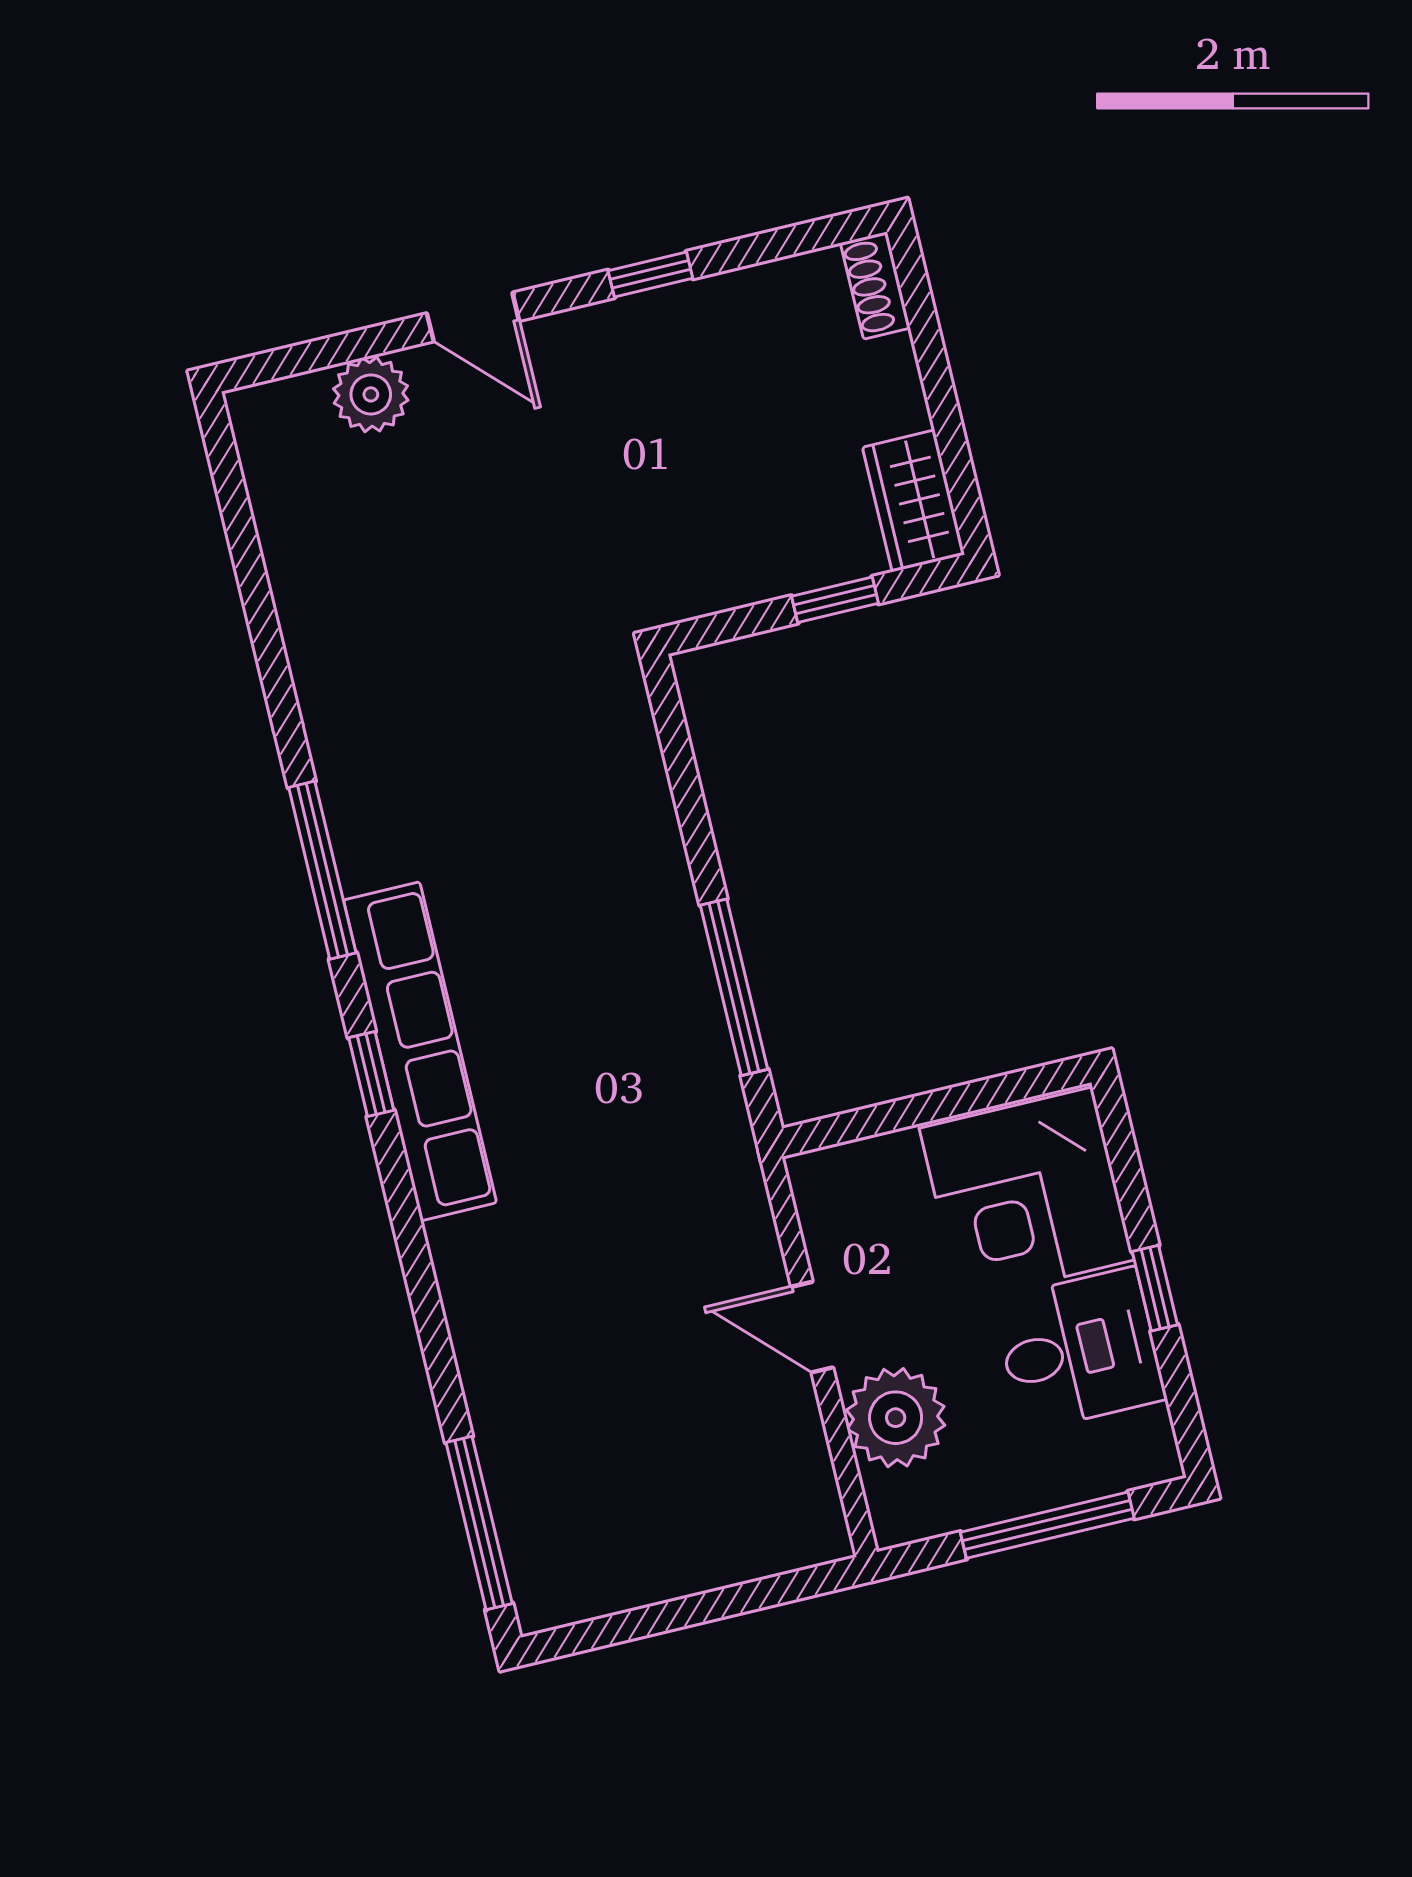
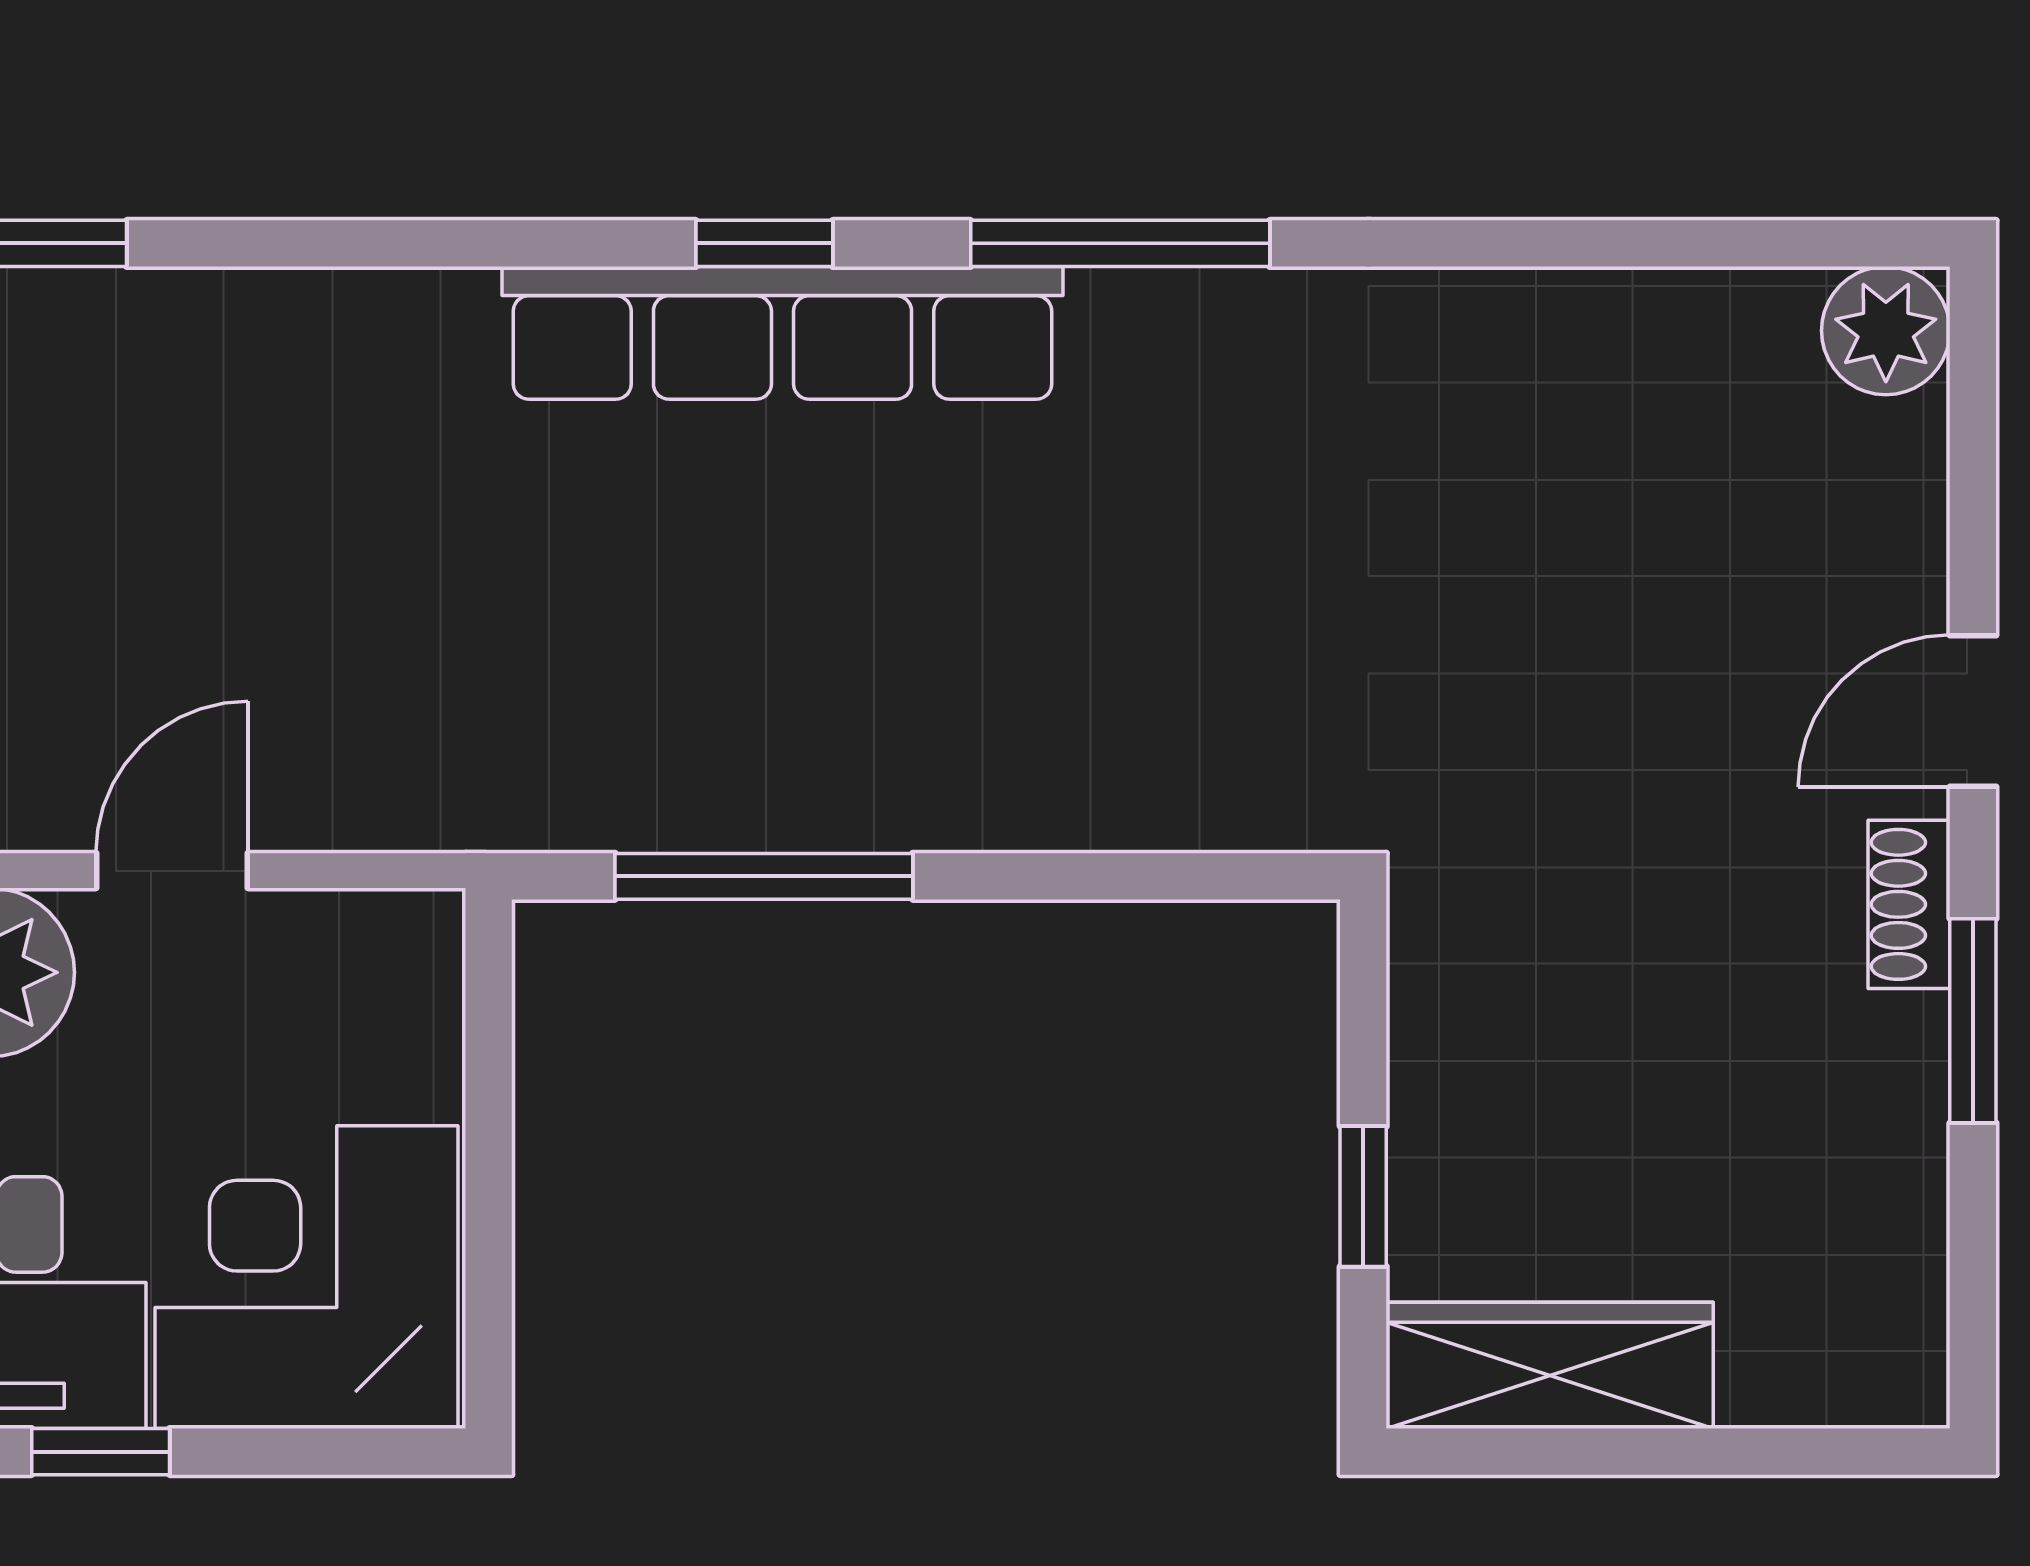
window: (650, 274) -> (1973, 1021), width x1.50
shoe rack: (875, 285) -> (1909, 904), moved, turned -90
plant: (371, 394) -> (1886, 331), moved
wardrobe: (914, 501) -> (1550, 1365), width x1.50

